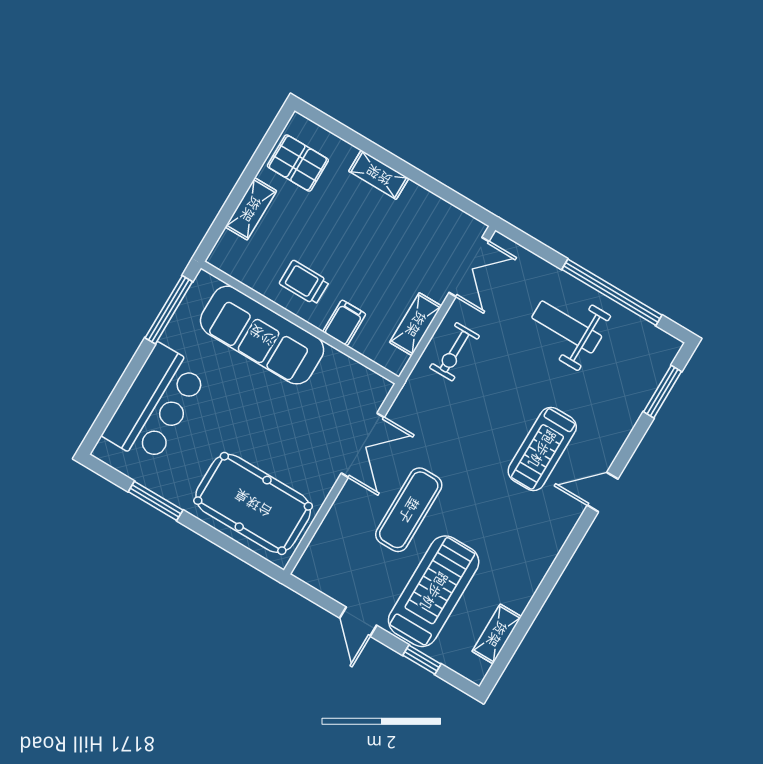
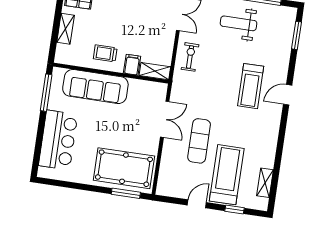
shelving: (416, 324) -> (155, 71), moved, turned 90
exercise bike: (454, 352) -> (190, 57), turned 180
window: (156, 501) -> (126, 193), moved
door: (358, 622) -> (197, 204), swing flipped

